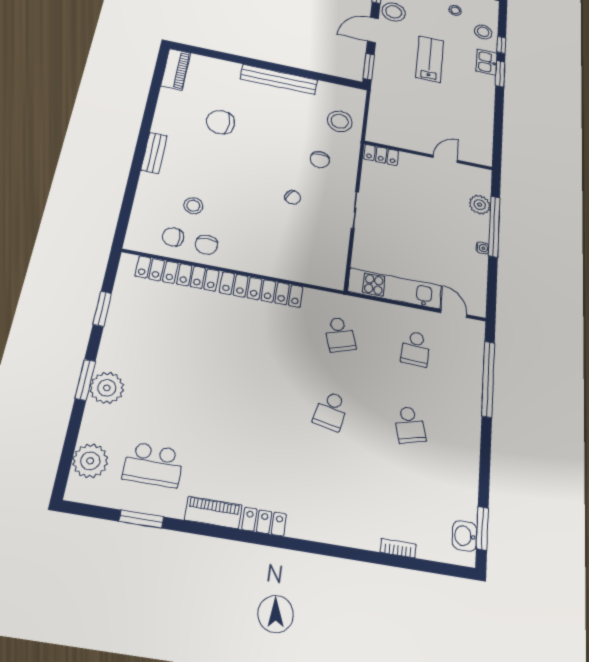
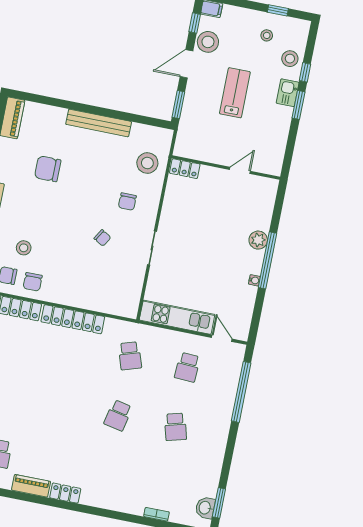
locker: (381, 155) -> (185, 169), moved
wall: (429, 155) -> (226, 168), moved
door: (445, 159) -> (240, 170), moved

